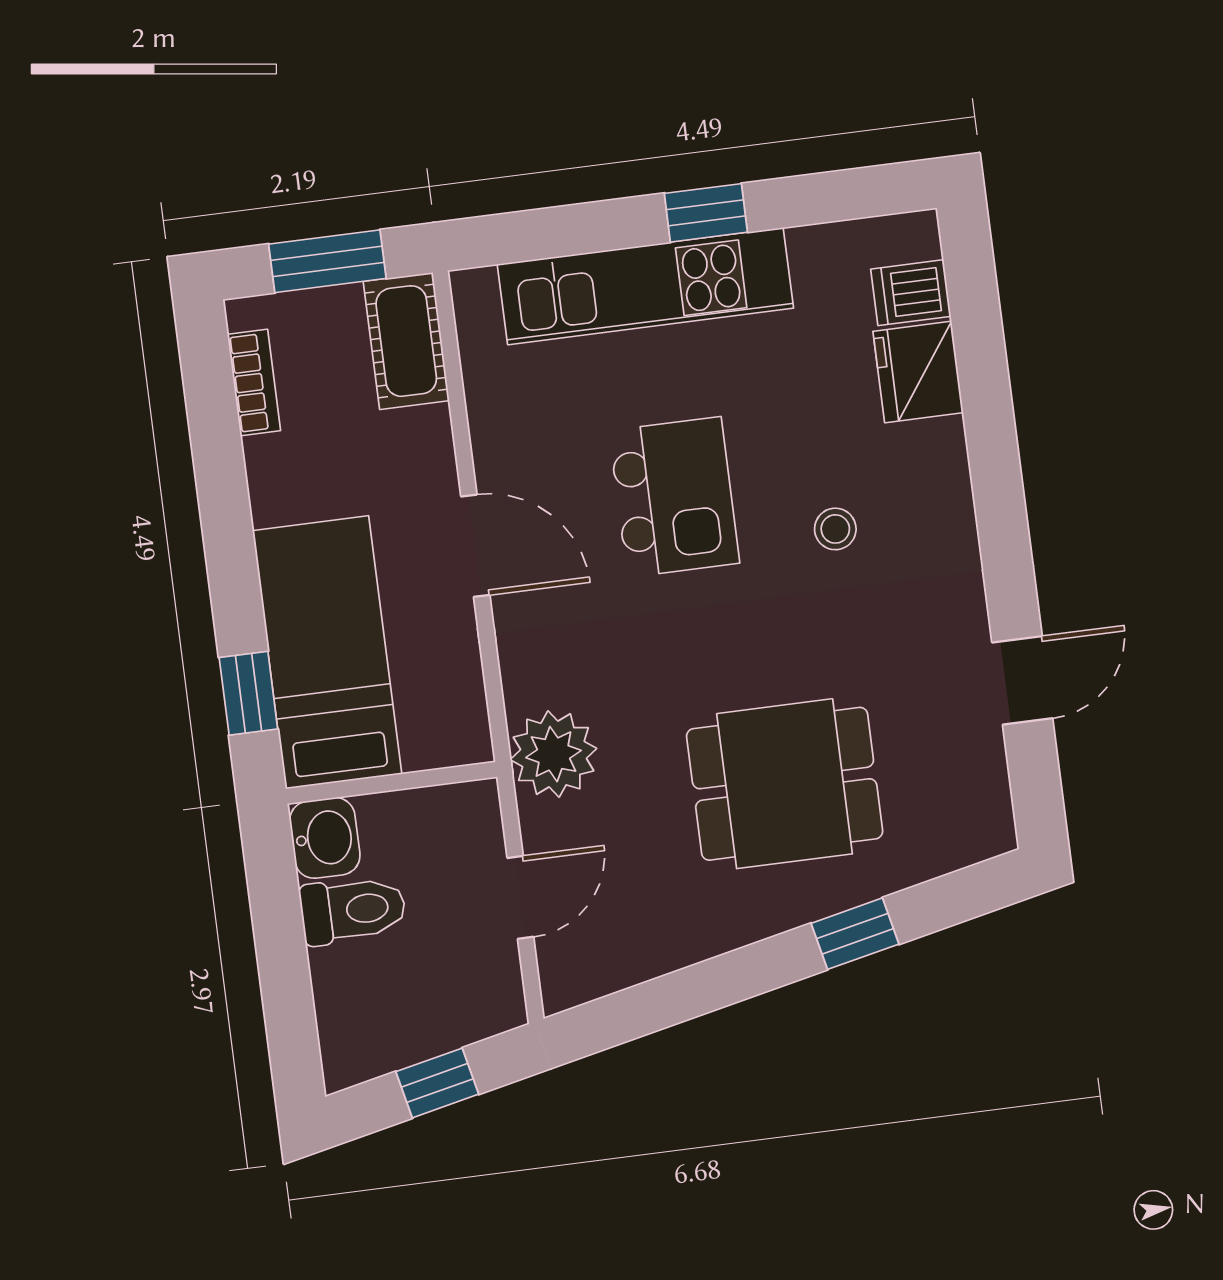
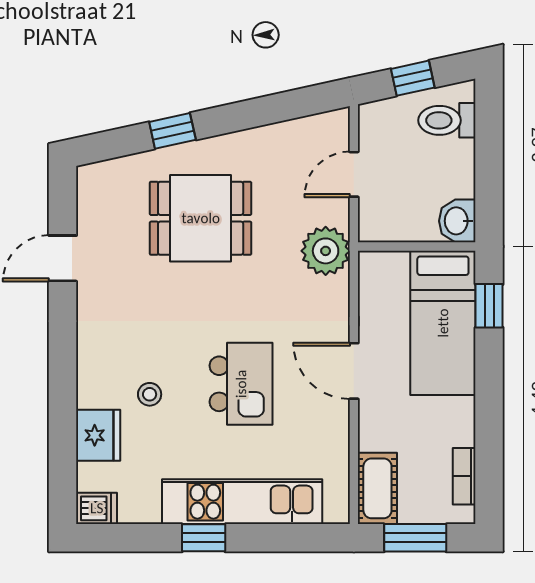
dishwasher: (911, 293) -> (97, 508), moved
kitchen island: (674, 497) -> (241, 384), turned 180
stool: (835, 529) -> (150, 394), moved
toilet: (353, 910) -> (447, 120), moved

